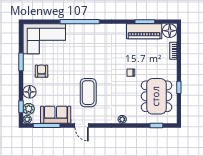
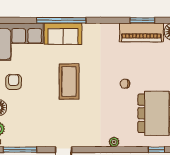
coffee table: (88, 93) -> (69, 82), moved
sofa: (56, 115) -> (63, 34), moved, turned 180

